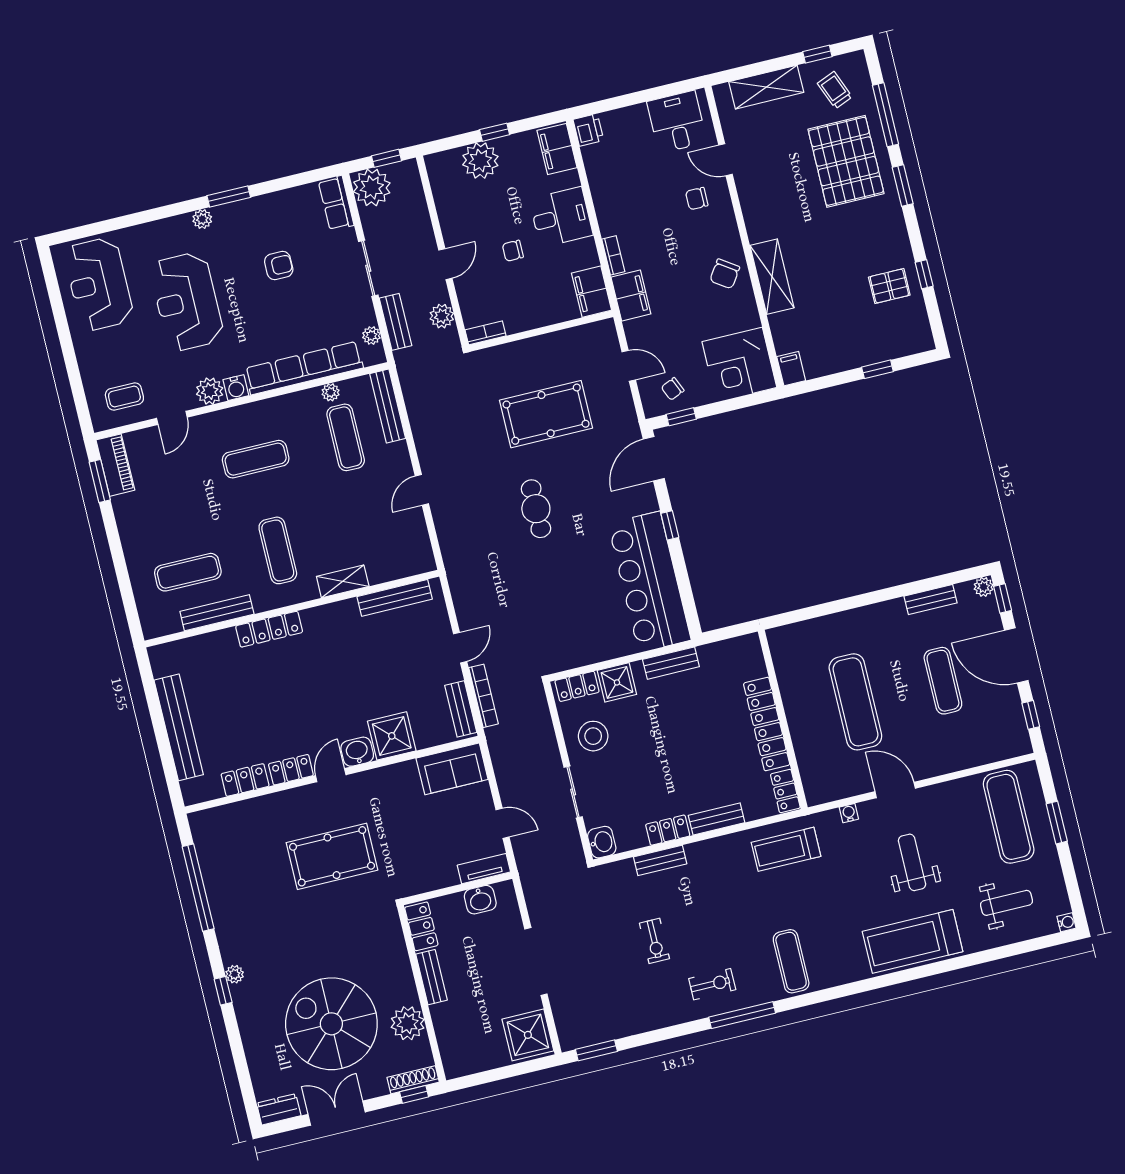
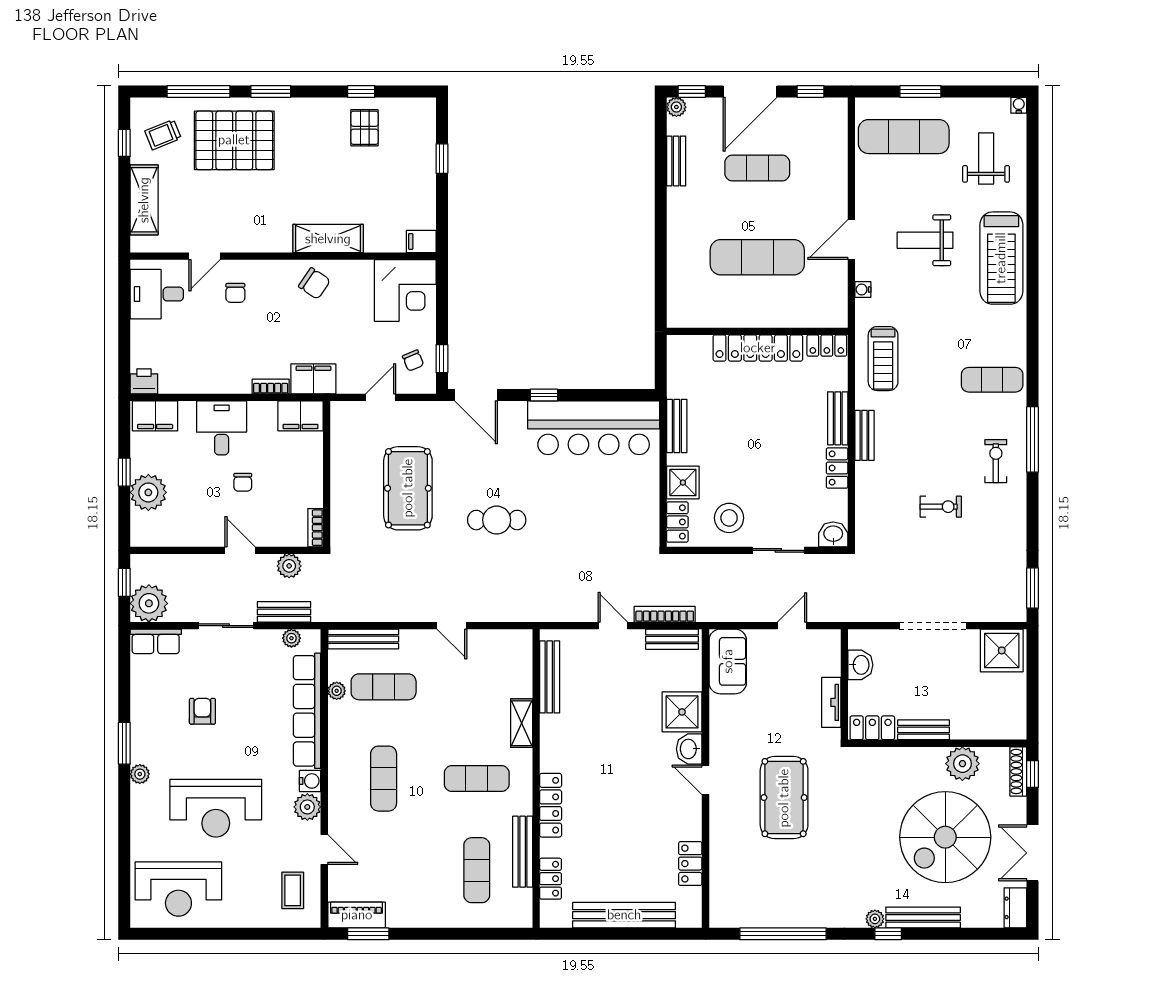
locker: (291, 770) -> (551, 879), moved, turned 180
bench: (660, 860) -> (864, 435), moved
tv unit: (484, 869) -> (831, 702), moved
bench: (247, 1021) -> (923, 918), added

